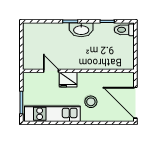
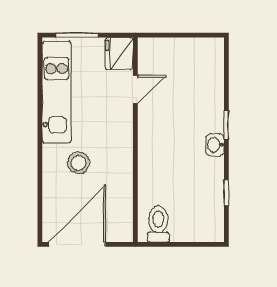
washbasin: (81, 30) -> (215, 145), width x0.52, depth x0.69
toilet: (124, 30) -> (158, 224), moved
fridge: (68, 80) -> (119, 54), moved

